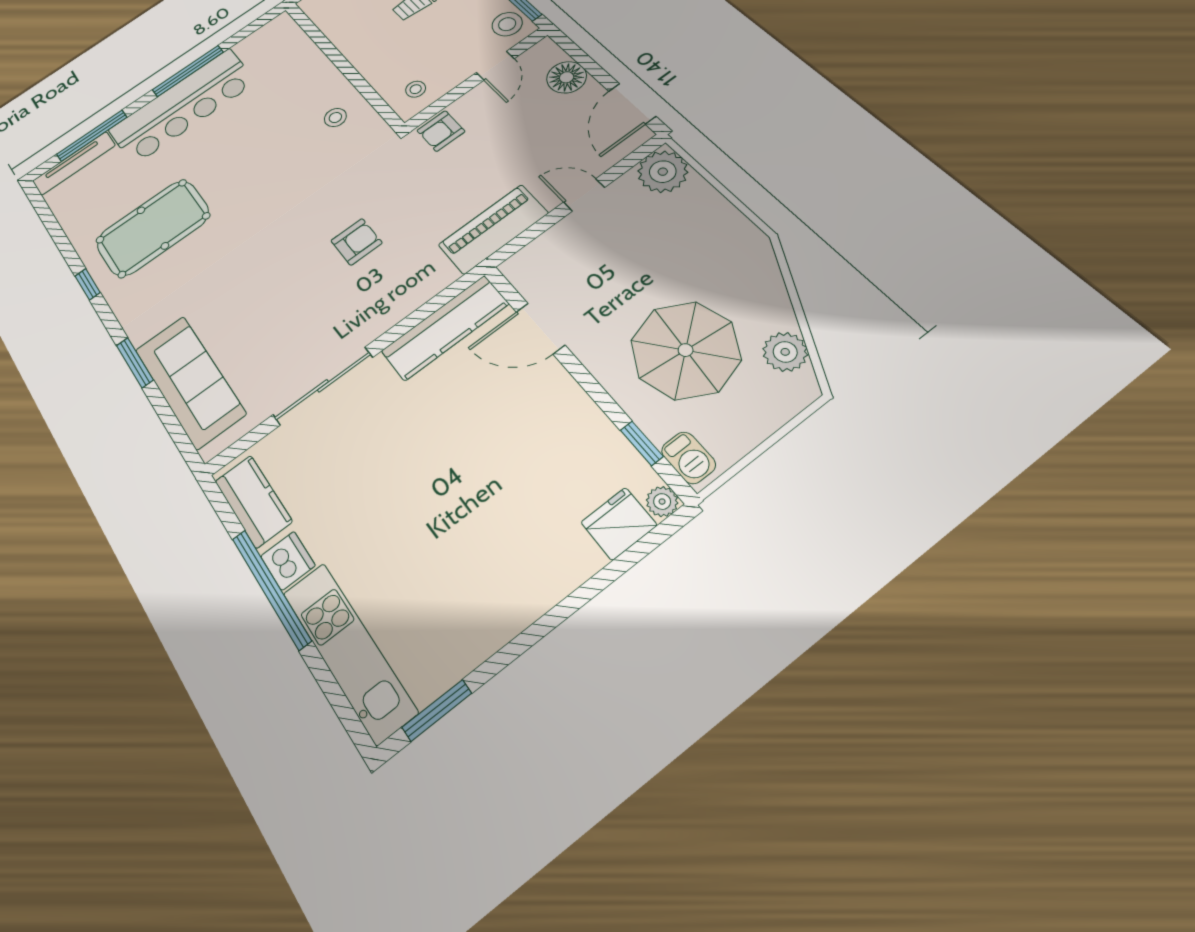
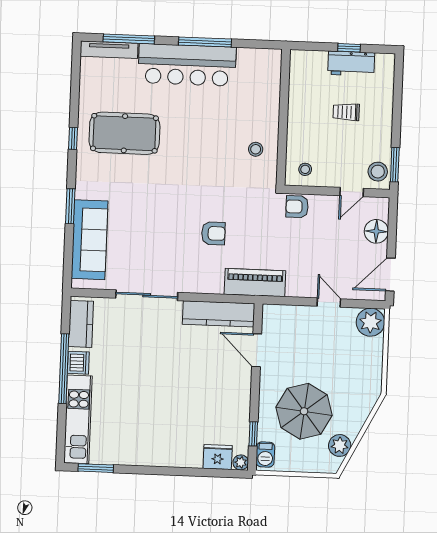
piano: (493, 229) -> (255, 283), moved

